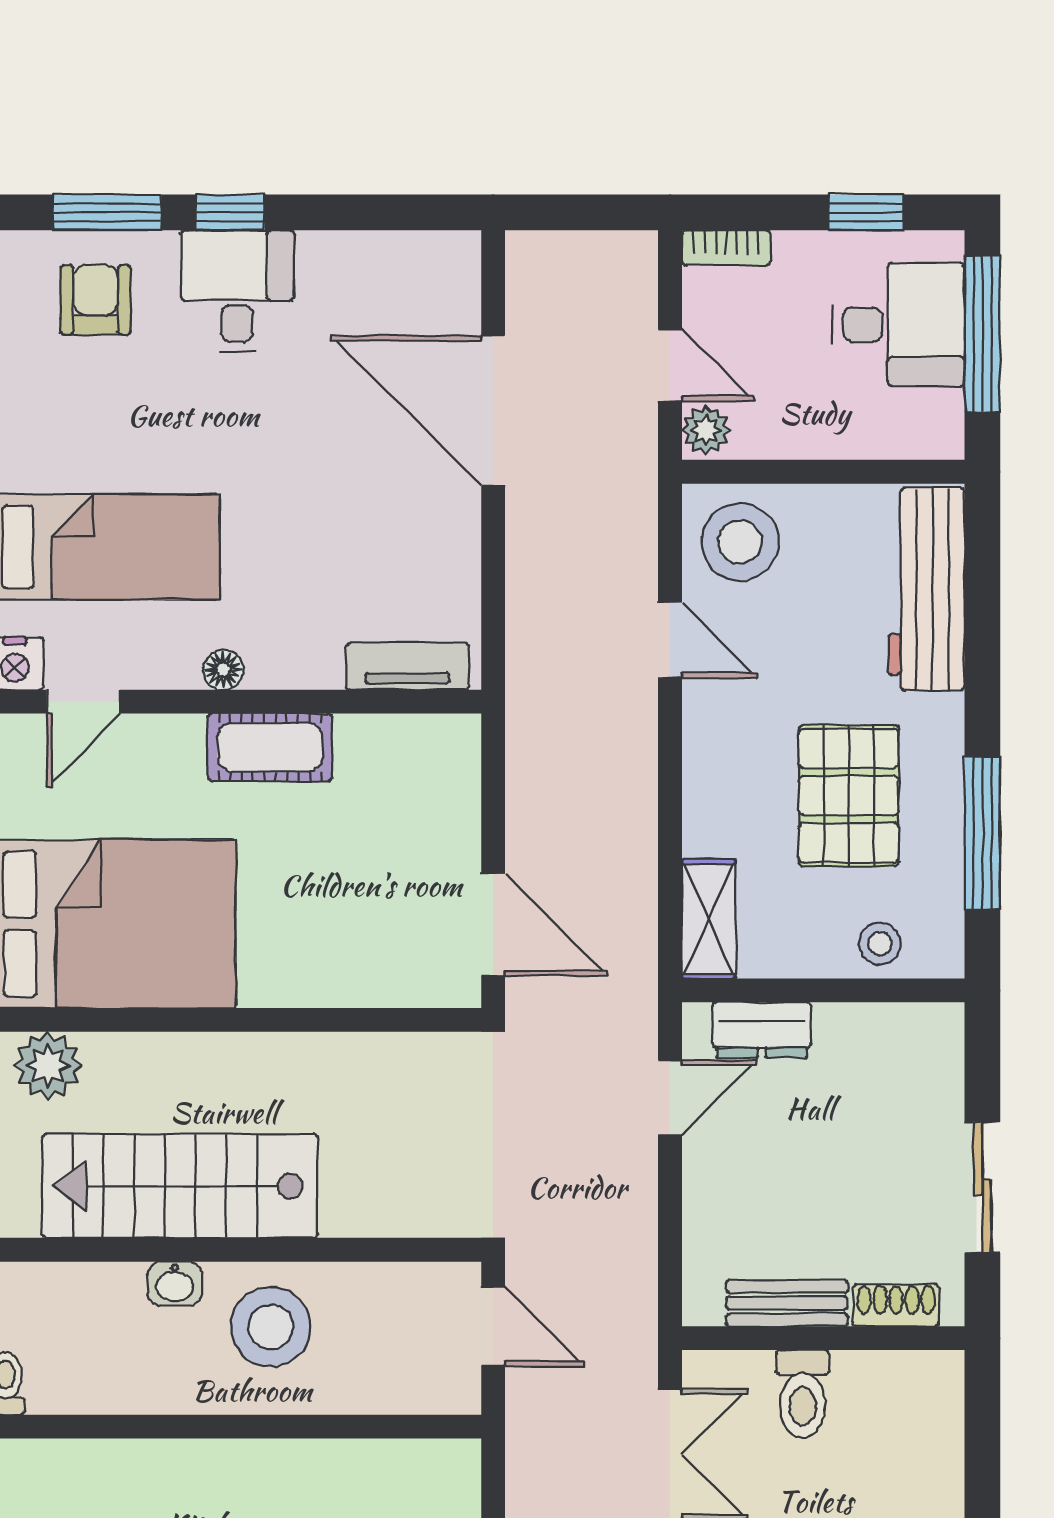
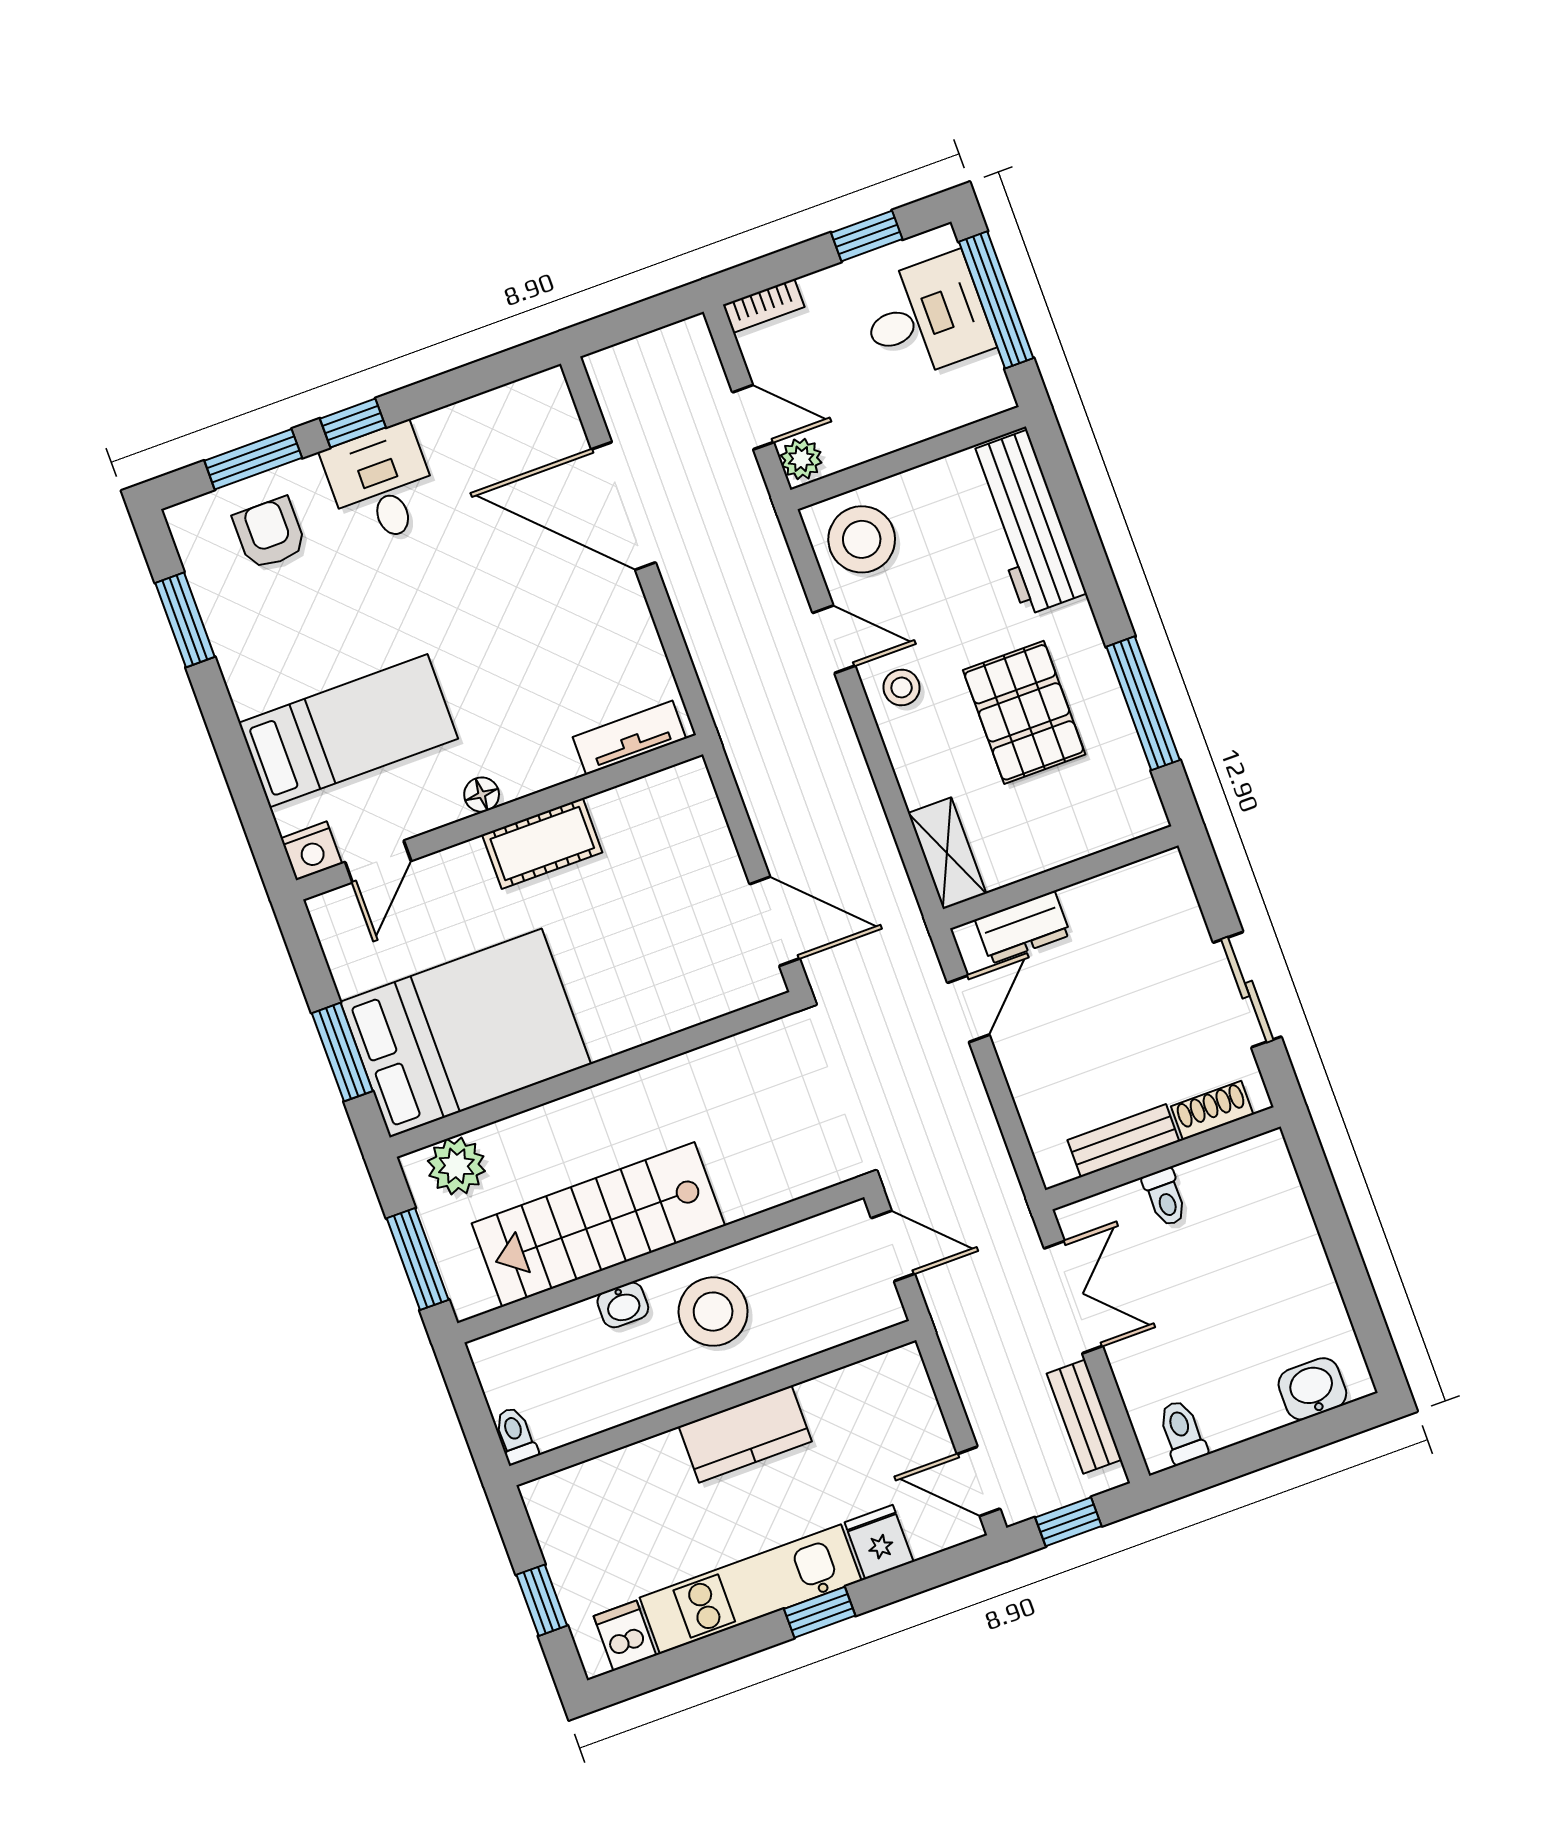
stool: (880, 944) -> (902, 687), moved
toilet: (803, 1394) -> (1165, 1197), width x0.73, depth x0.72
kitchen counter: (257, 1473) -> (745, 1434), added

